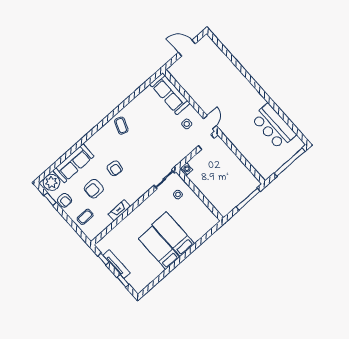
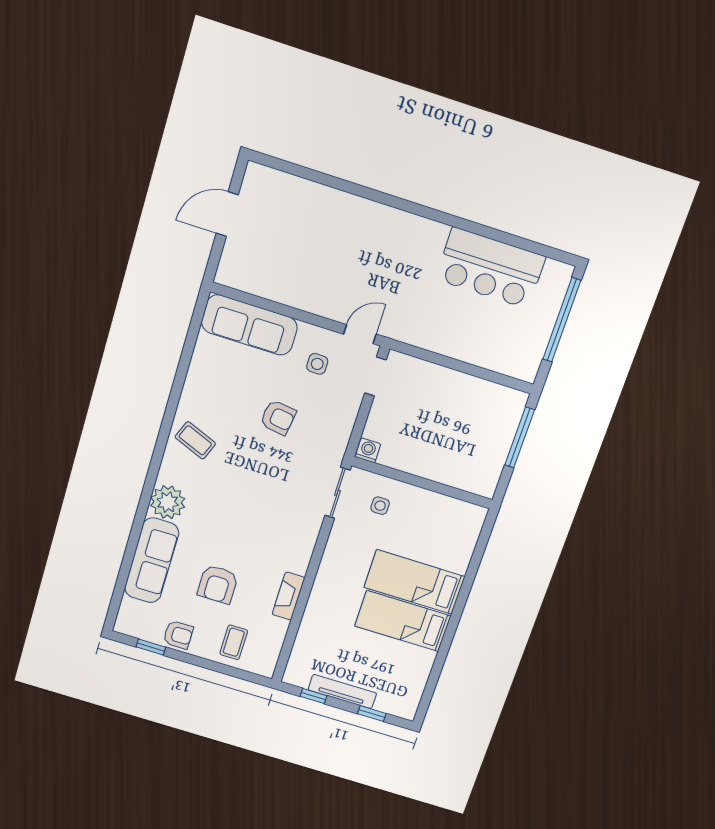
door: (210, 122) -> (360, 334), hinge flipped
armchair: (115, 168) -> (278, 417), moved
plant: (51, 182) -> (168, 502), moved

